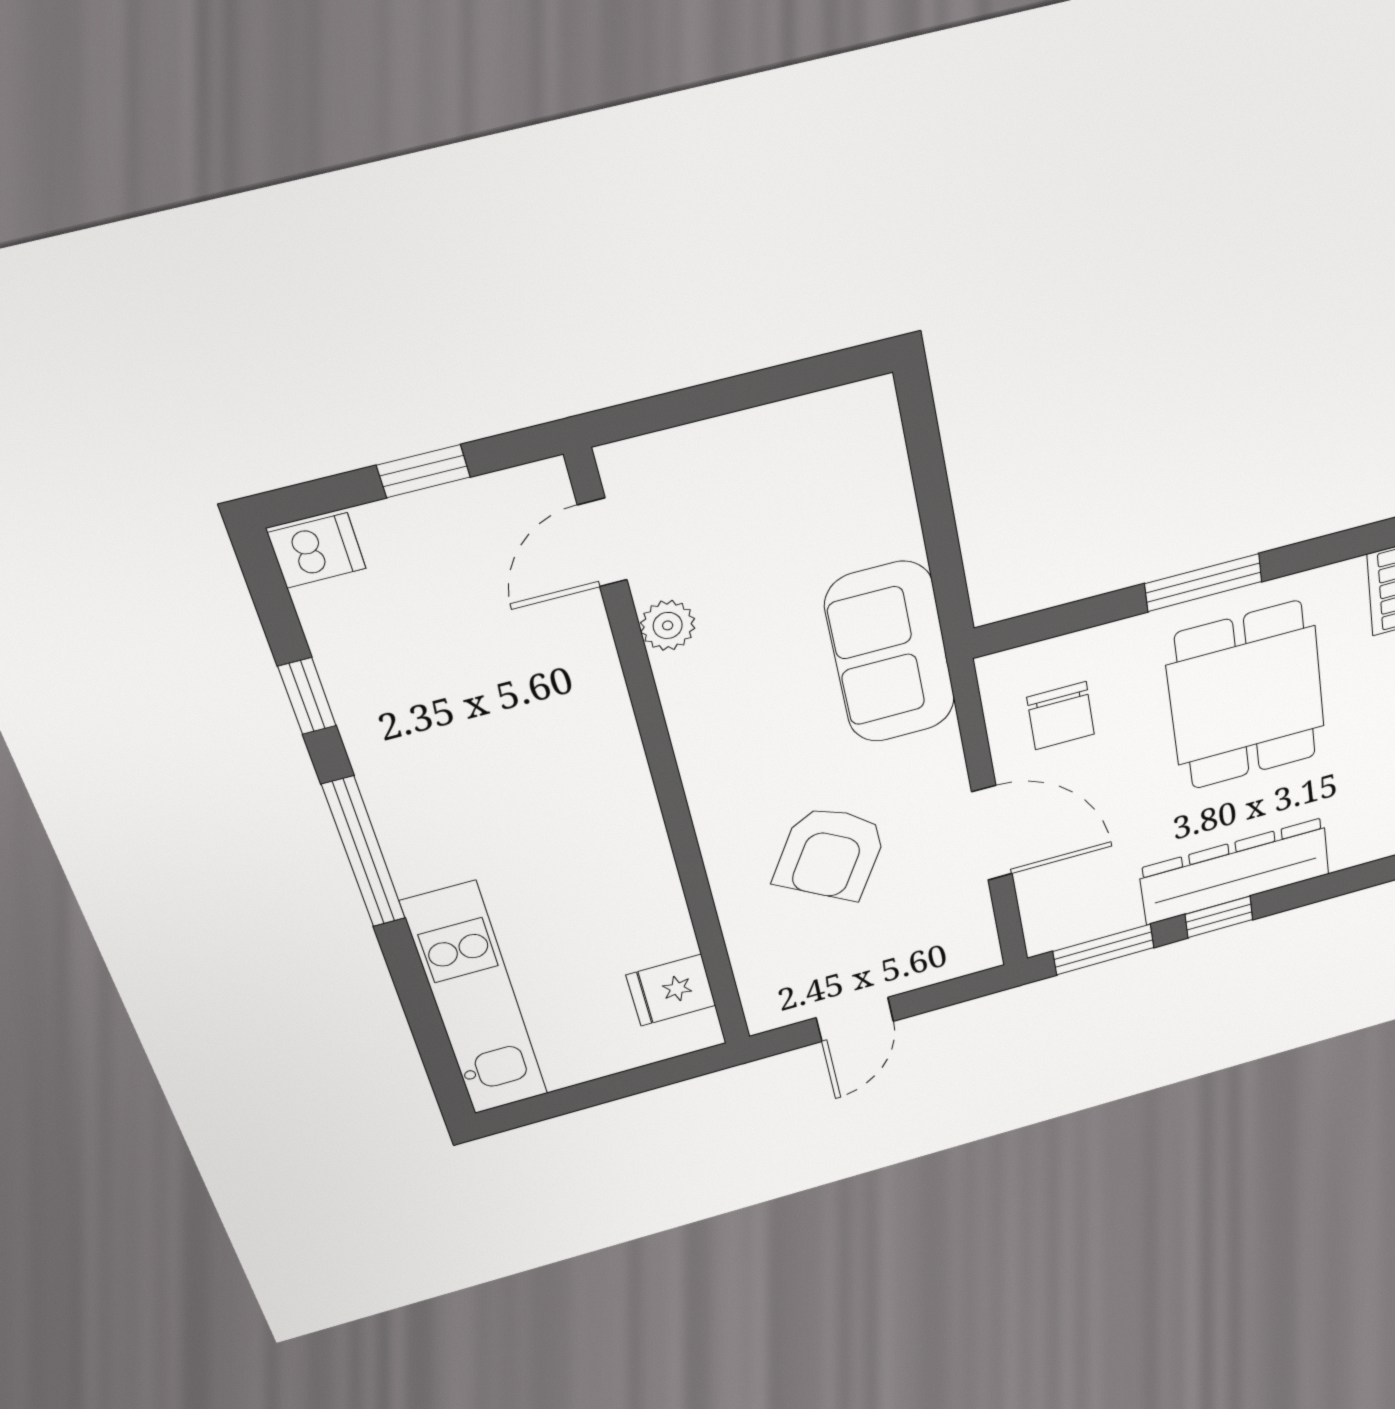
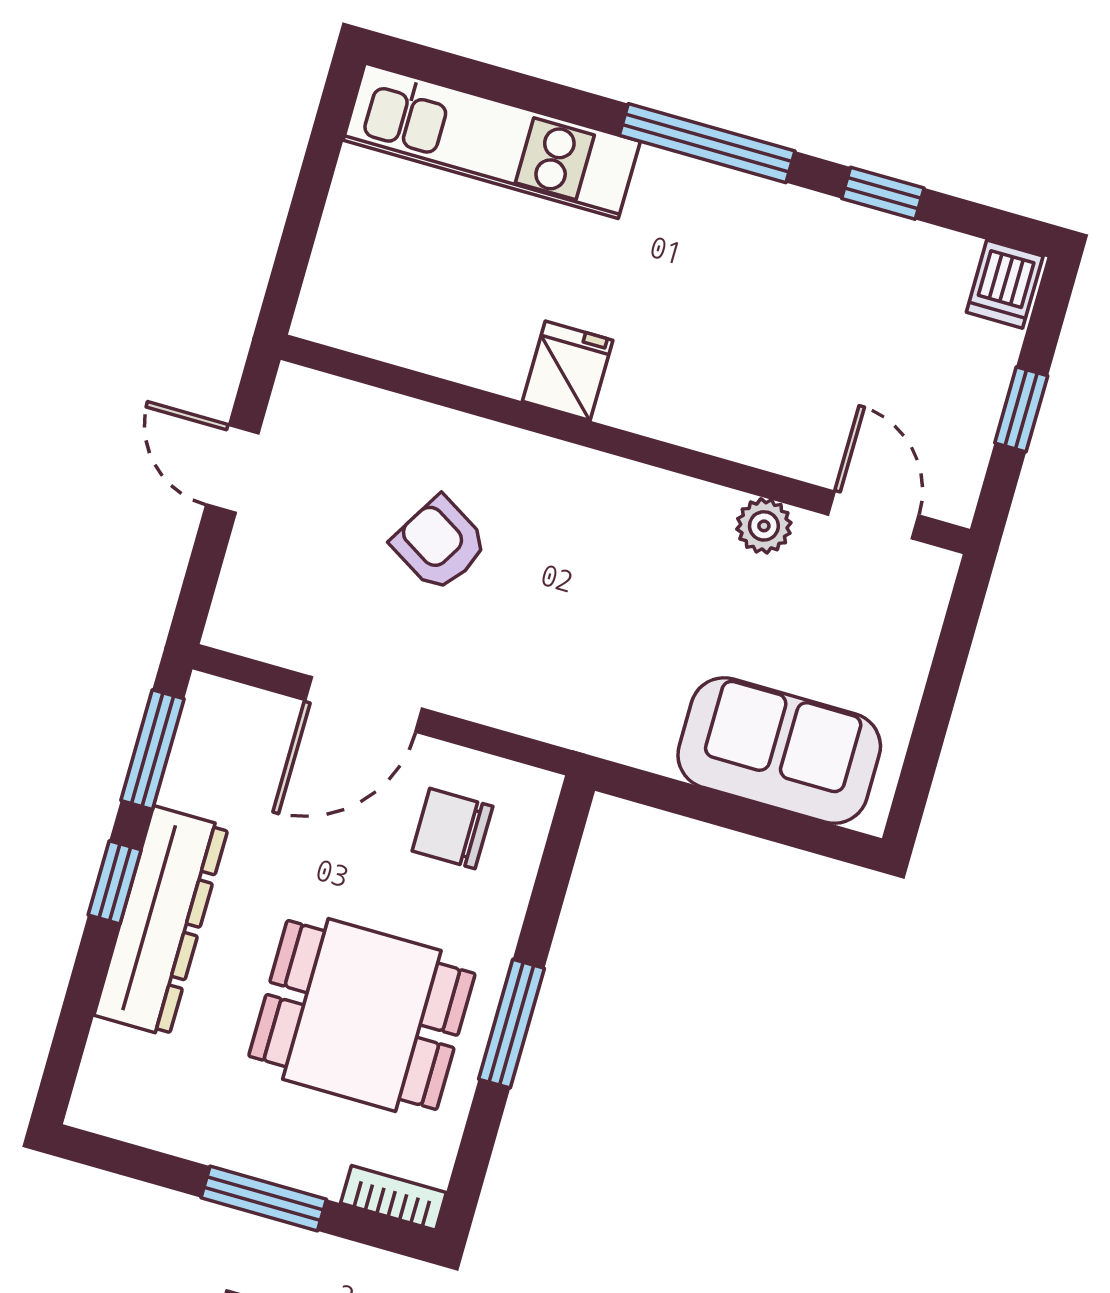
sofa: (890, 653) -> (779, 751), moved
armchair: (830, 853) -> (440, 544), width x0.72, depth x0.72
fridge: (671, 990) -> (568, 371), moved

